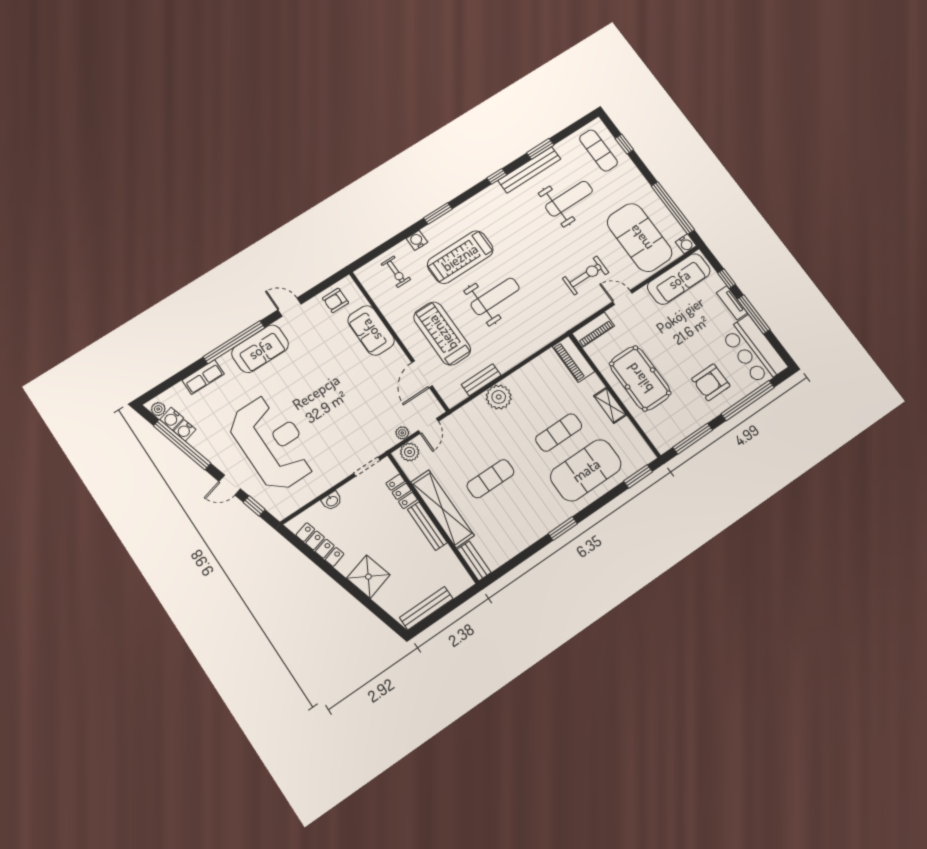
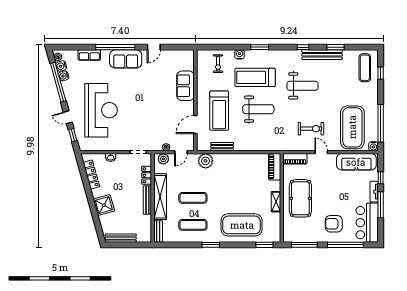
weight bench: (569, 199) -> (302, 86), moved
armchair: (335, 300) -> (178, 59), removed
door: (290, 307) -> (154, 47), swing flipped
treadmill: (442, 333) -> (219, 111), turned 180
plant: (499, 397) -> (206, 161), moved
exercise mat: (559, 432) -> (193, 225), moved

